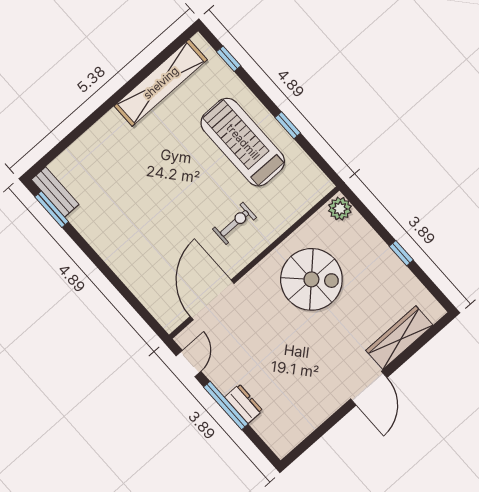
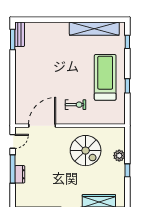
plant: (340, 209) -> (119, 156), moved

